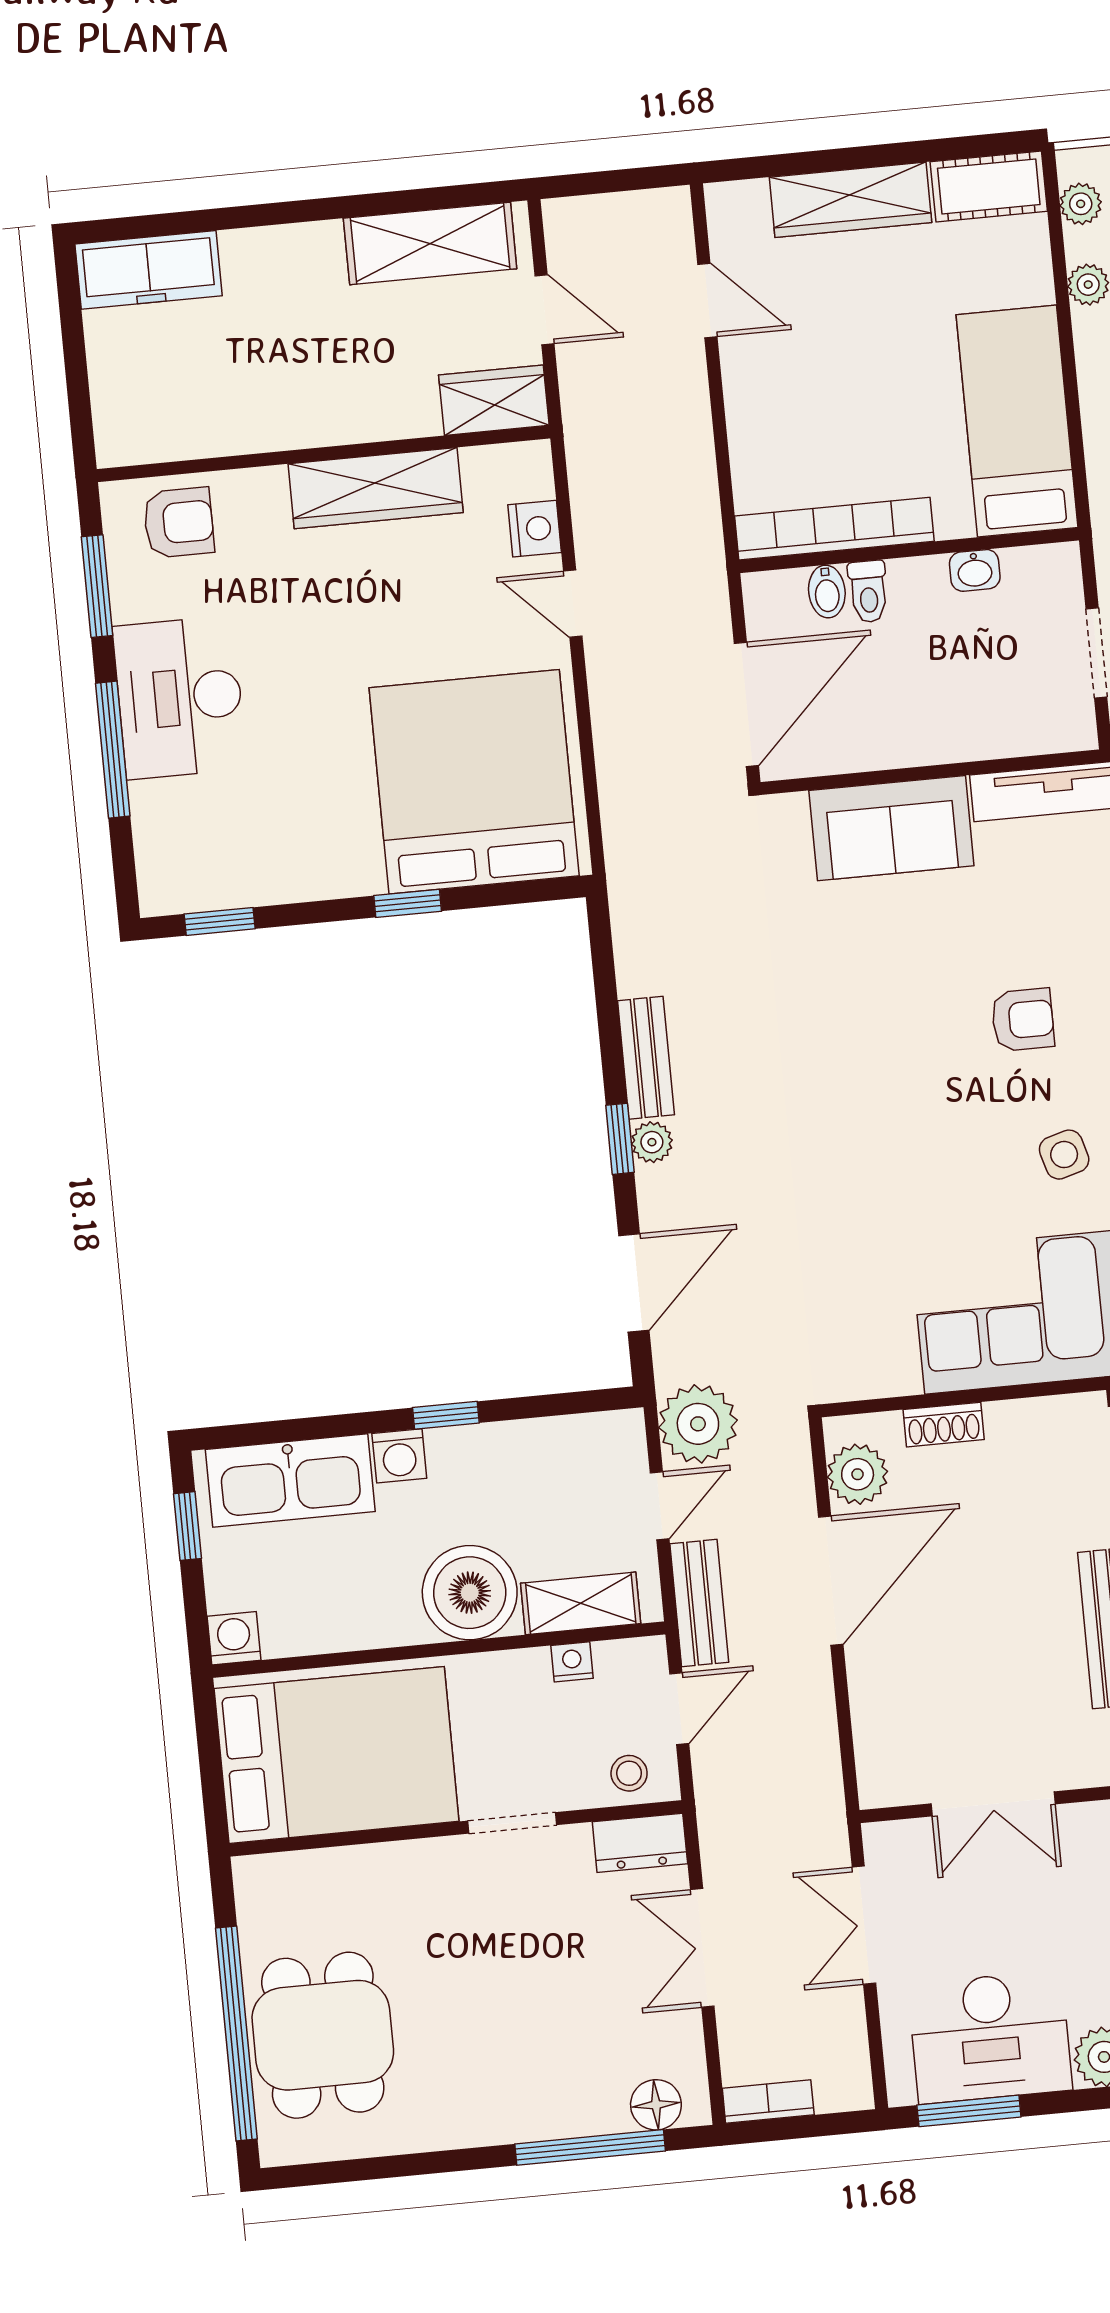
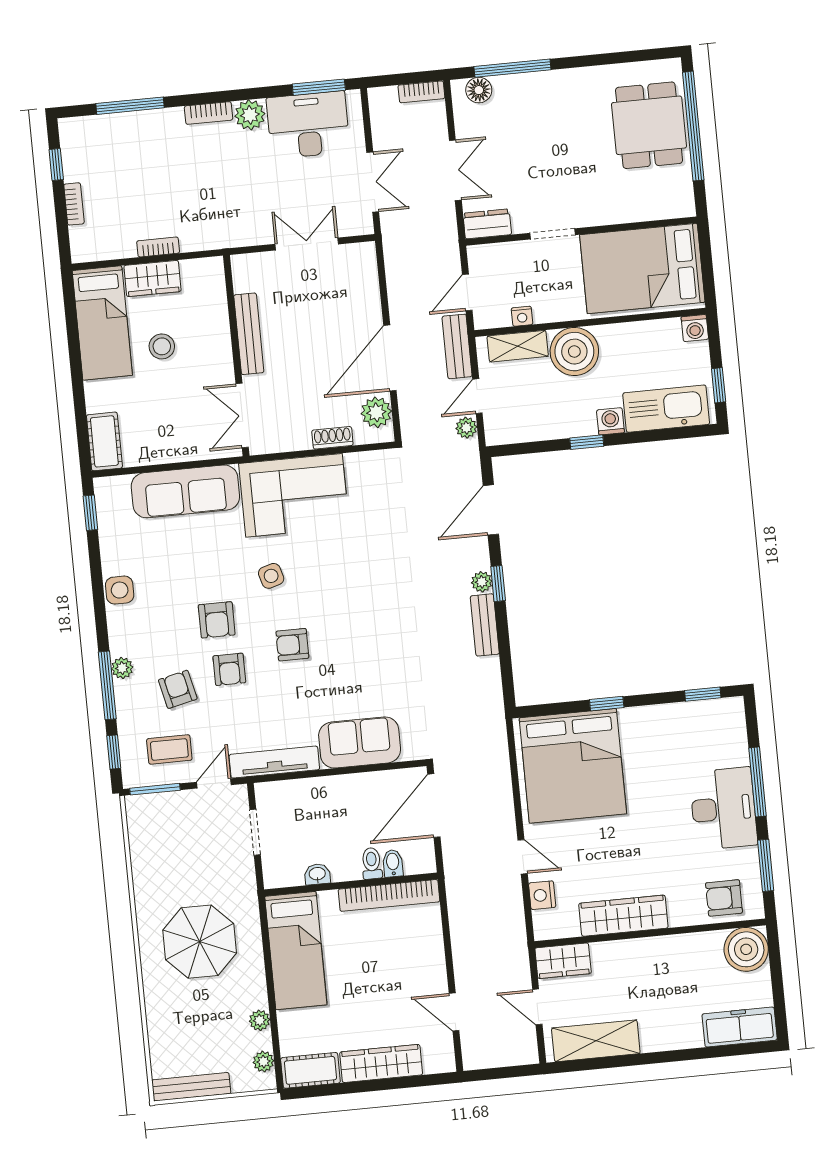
boiler: (136, 422) -> (746, 949), added
plant: (698, 1424) -> (466, 428), width x0.53, depth x0.53
stool: (629, 1773) -> (493, 259), removed

